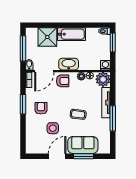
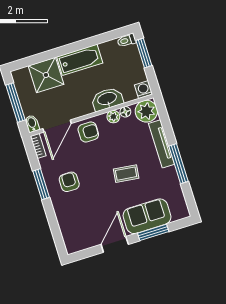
washbasin: (69, 64) -> (107, 99), moved
side table: (53, 128) -> (95, 205), removed

